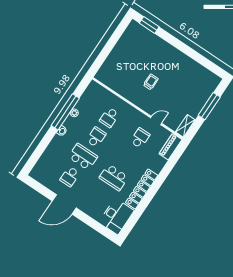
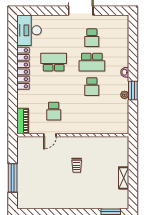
window: (65, 112) -> (133, 90), width x0.47
school desk: (109, 117) -> (92, 111), removed
shelving: (185, 126) -> (124, 178), moved
school desk: (70, 176) -> (92, 38), turned 180

